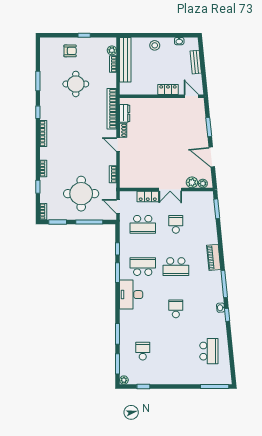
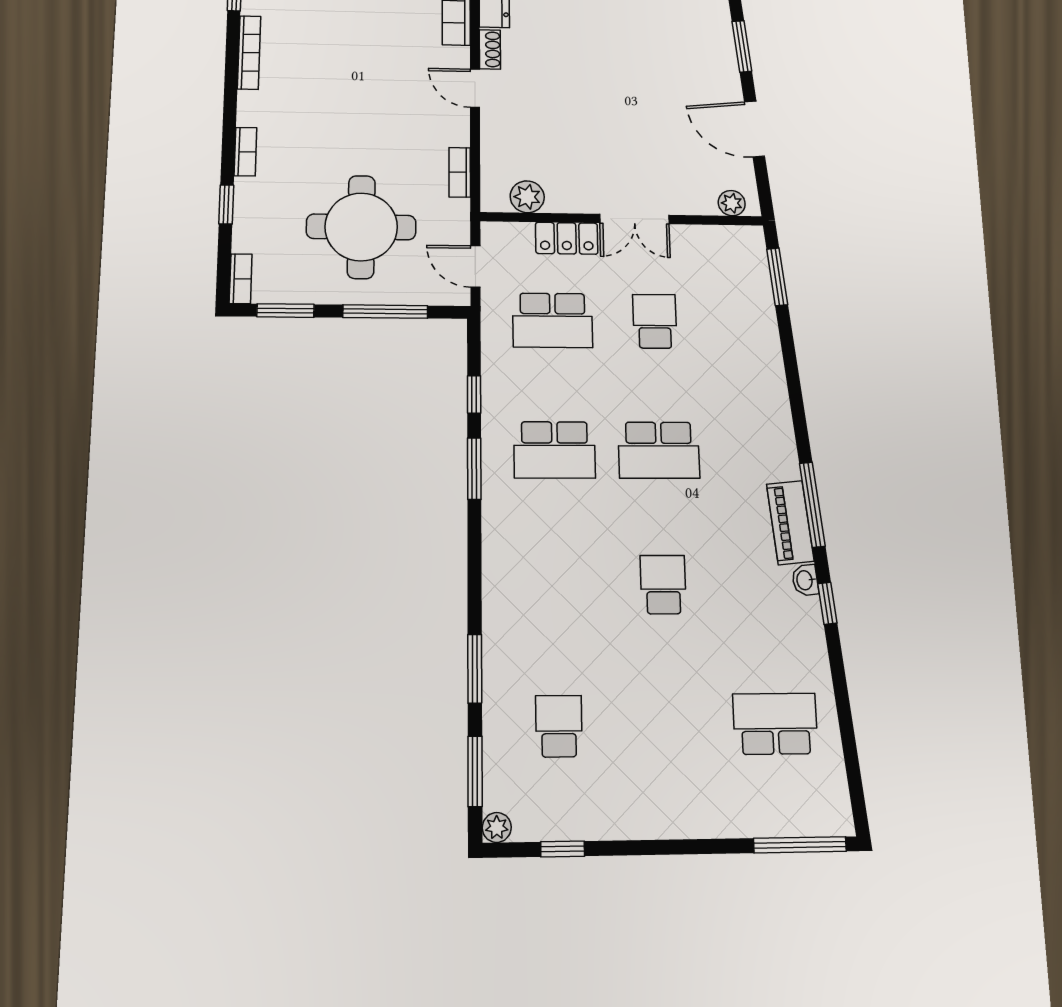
plant: (192, 182) -> (527, 197), moved
piano: (214, 257) -> (790, 523), moved
school desk: (143, 267) -> (555, 450), turned 180
desk: (131, 295) -> (518, 539), removed
school desk: (209, 351) -> (775, 724), turned -90

